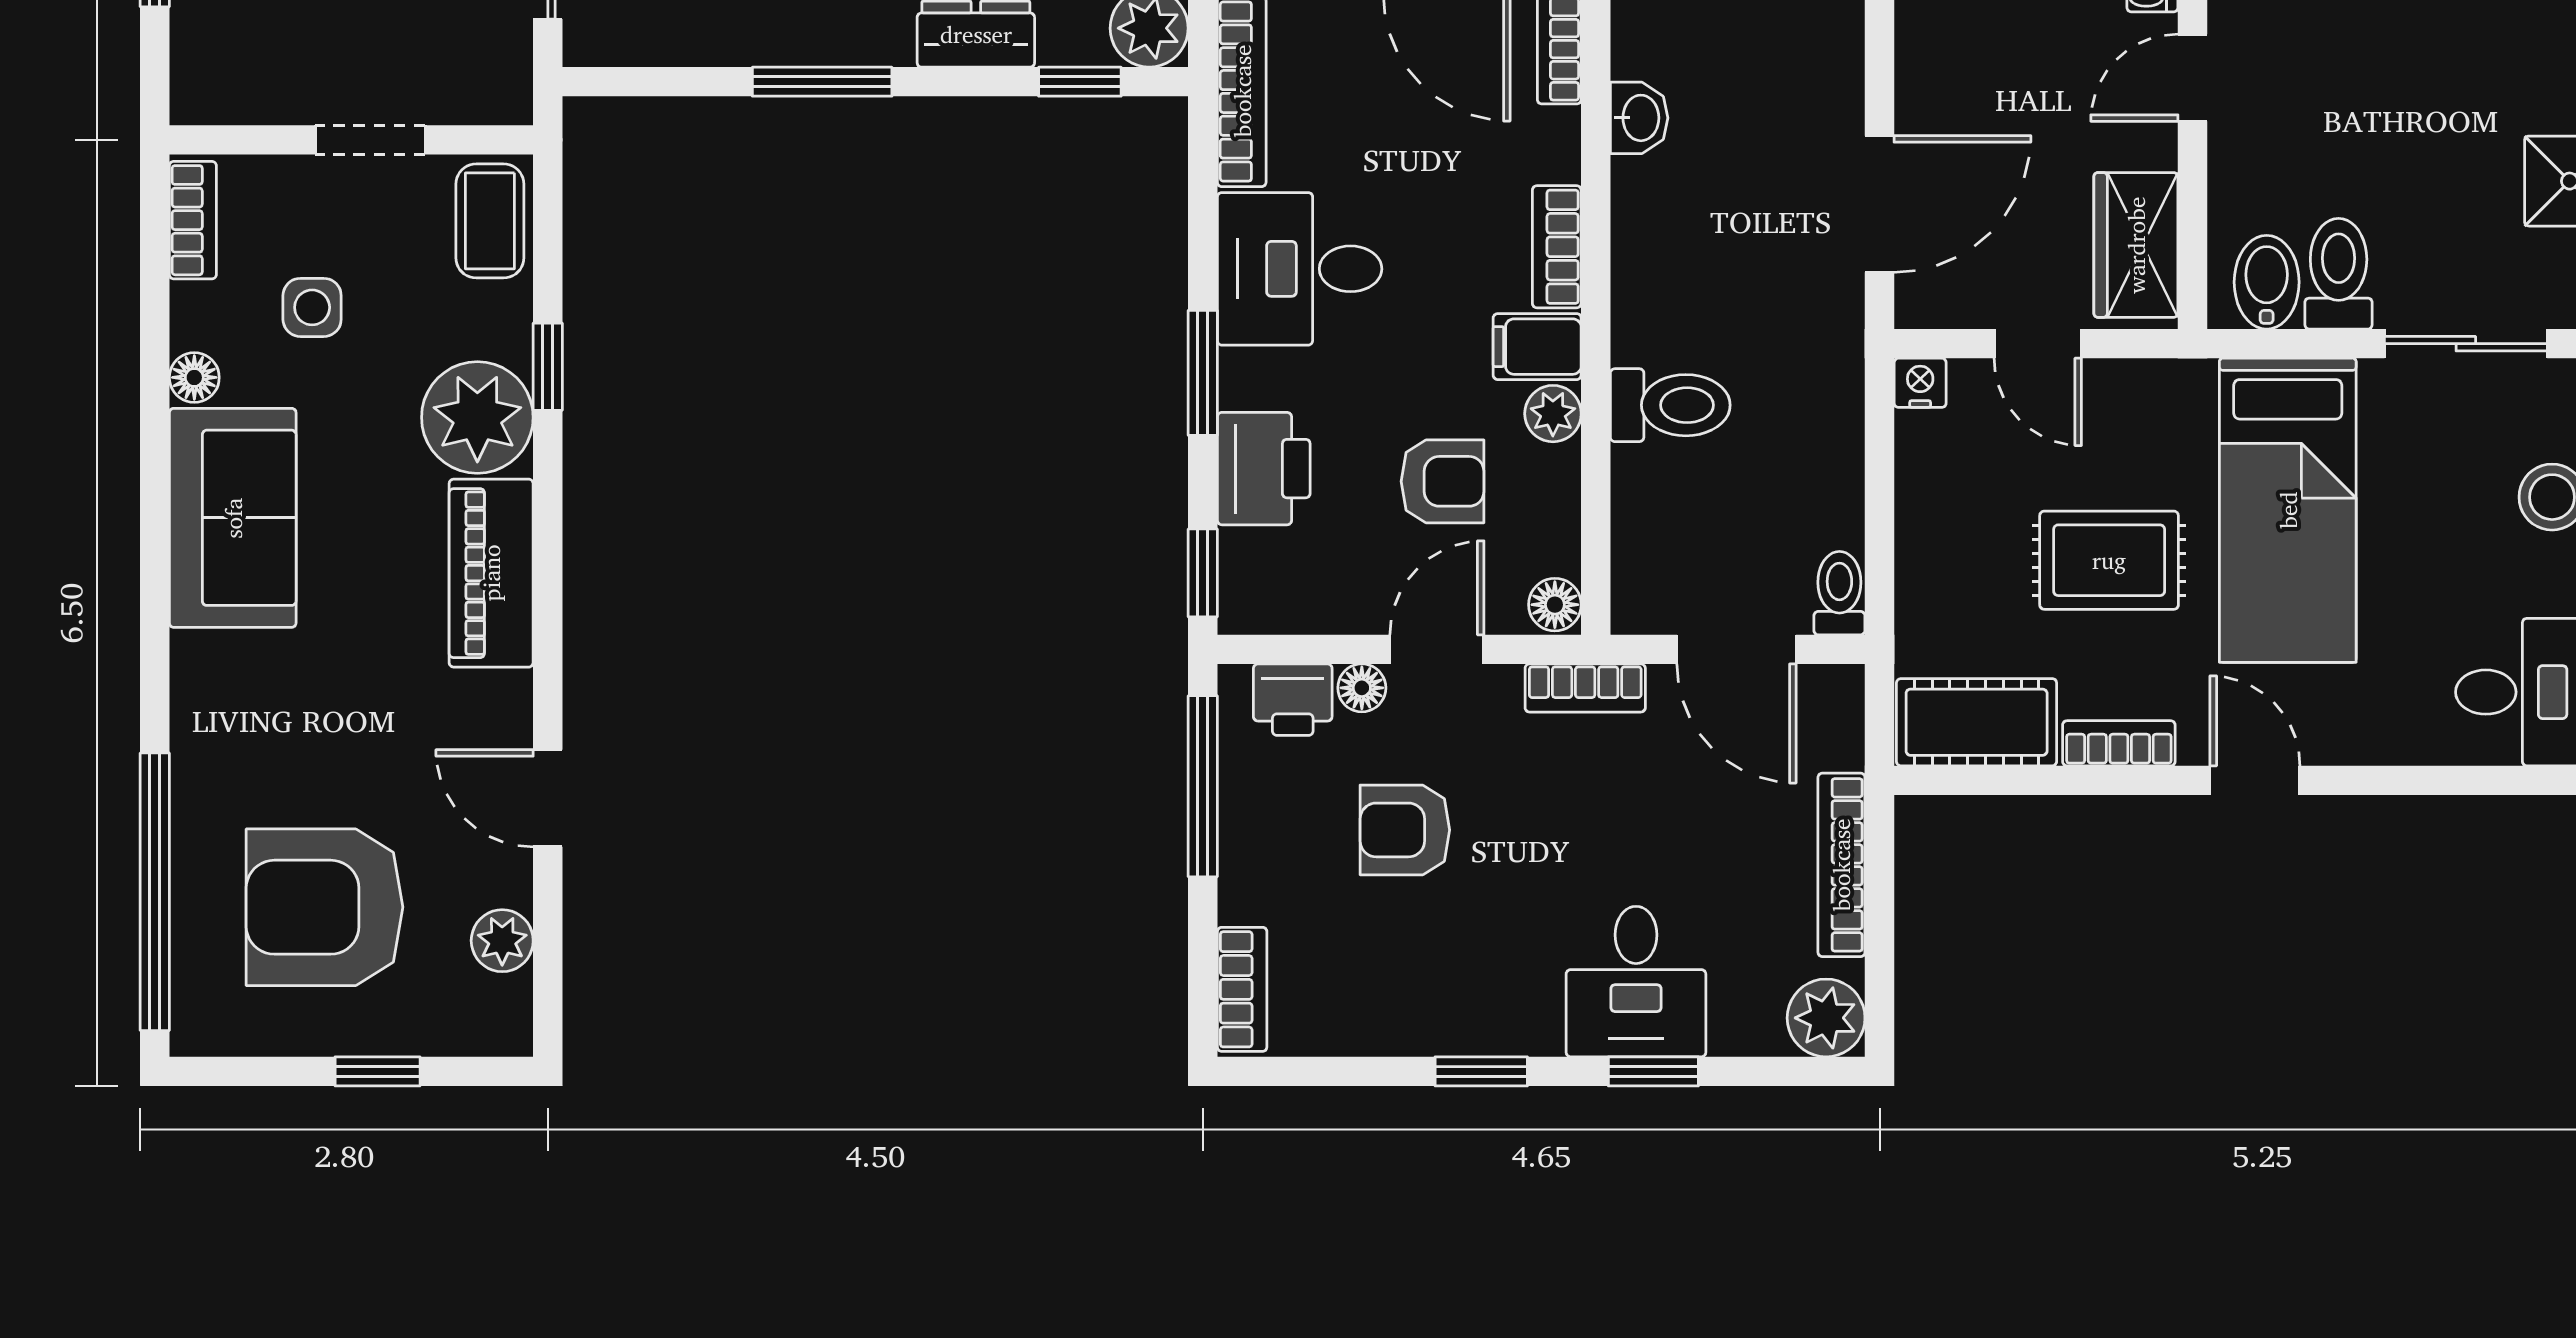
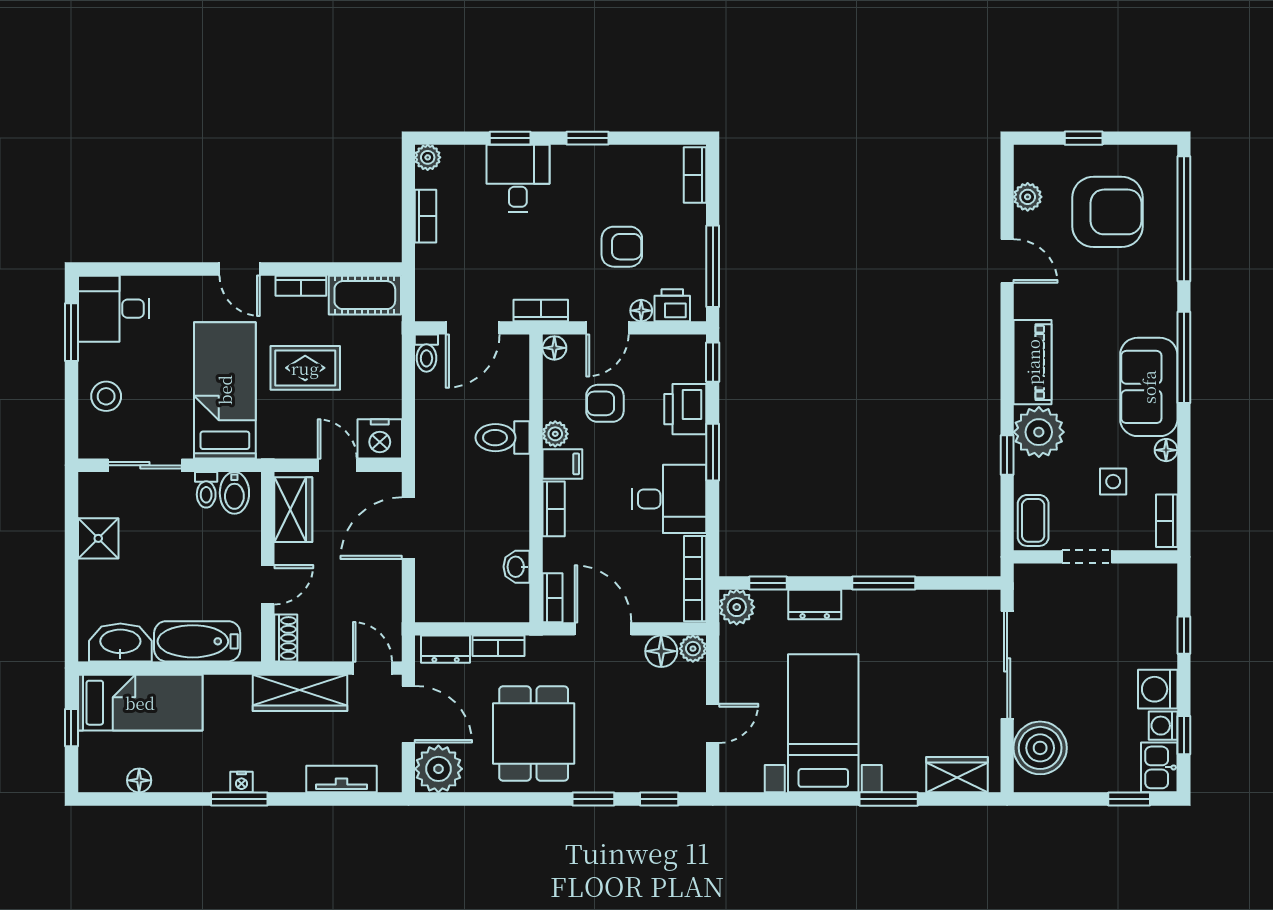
toilet: (2339, 274) -> (206, 490), width x0.73, depth x0.72
nightstand: (1920, 383) -> (380, 439), width x1.89, depth x1.79
window: (155, 584) -> (1184, 357), added
door: (1737, 649) -> (473, 328), swing flipped
bookcase: (1841, 865) -> (426, 216), width x0.64
plant: (1826, 1018) -> (428, 157), width x0.73, depth x0.73

